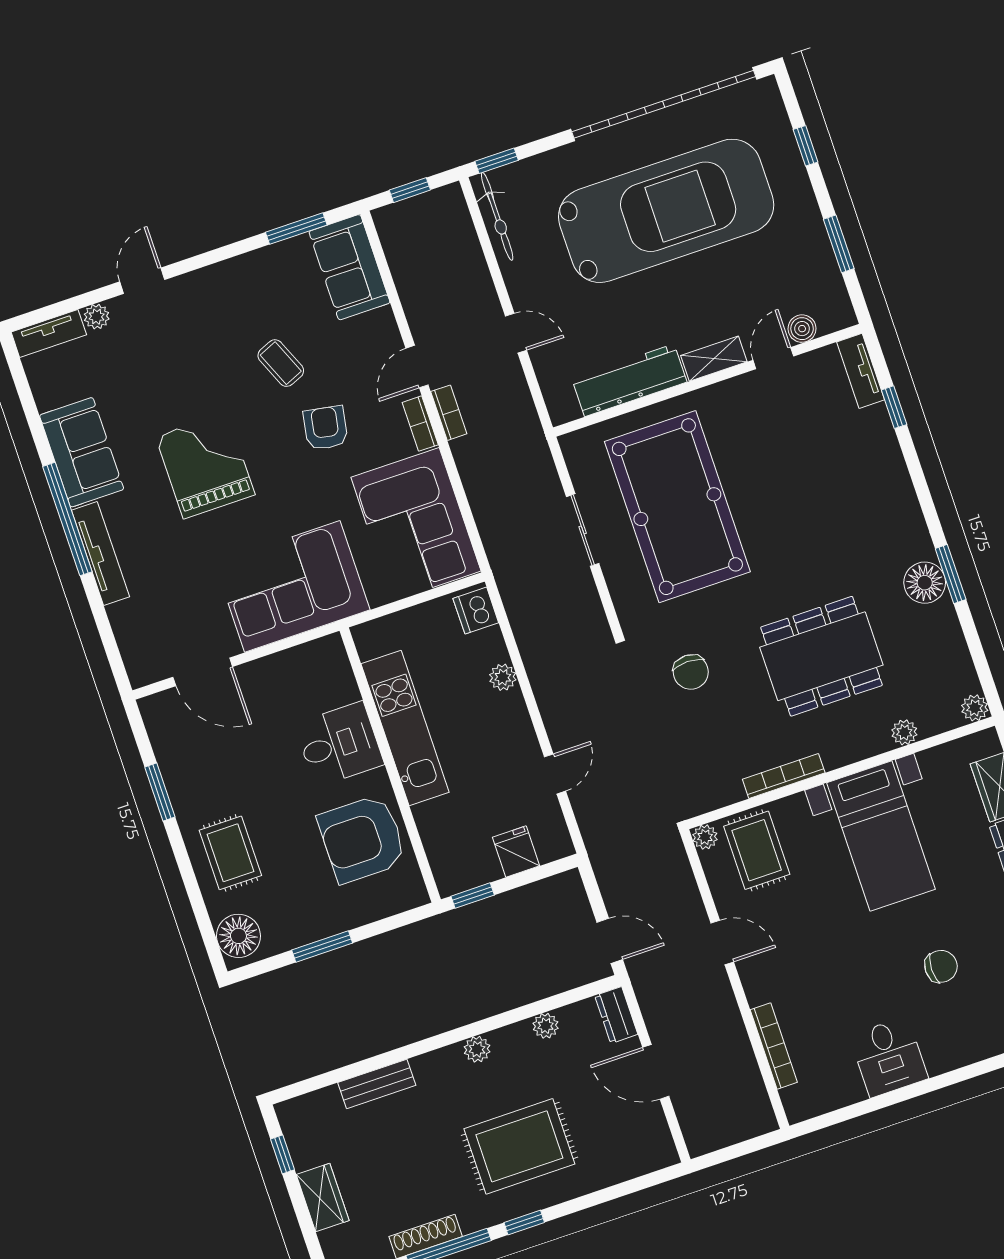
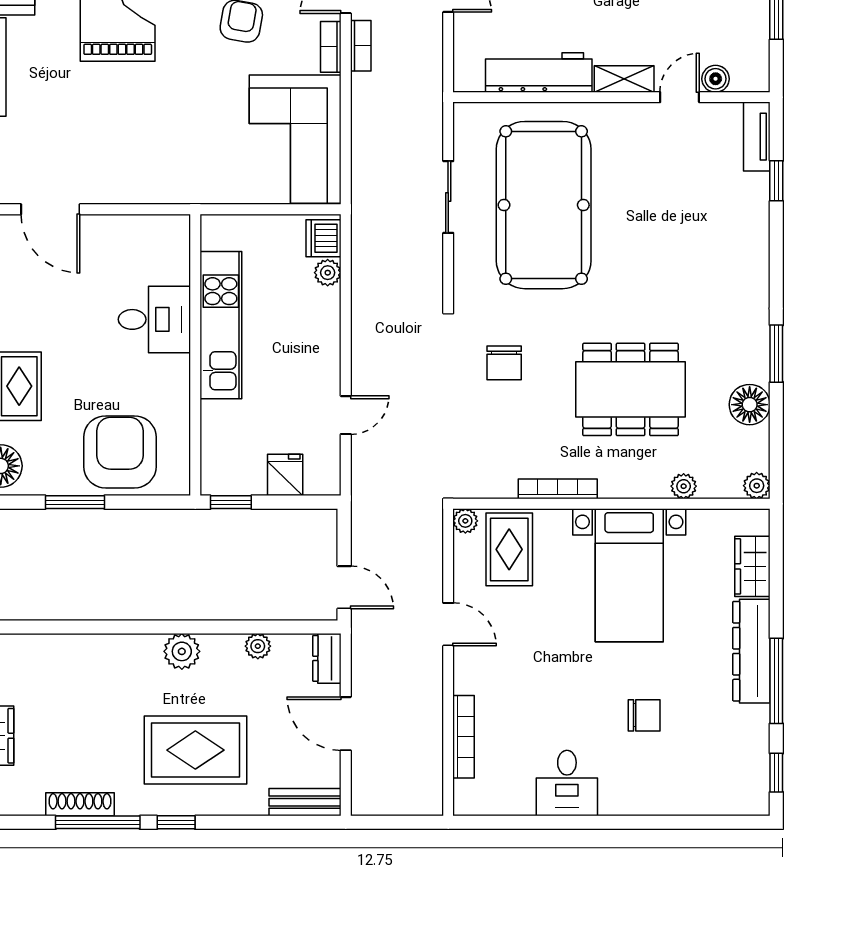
floor lamp: (925, 583) -> (750, 405), moved
corner sofa: (292, 586) -> (161, 158), removed
plant: (503, 677) -> (328, 273), moved
armchair: (362, 839) -> (120, 452), moved, turned 90
plant: (477, 1049) -> (182, 651), width x1.38, depth x1.38
bench: (377, 1084) -> (305, 802), moved

